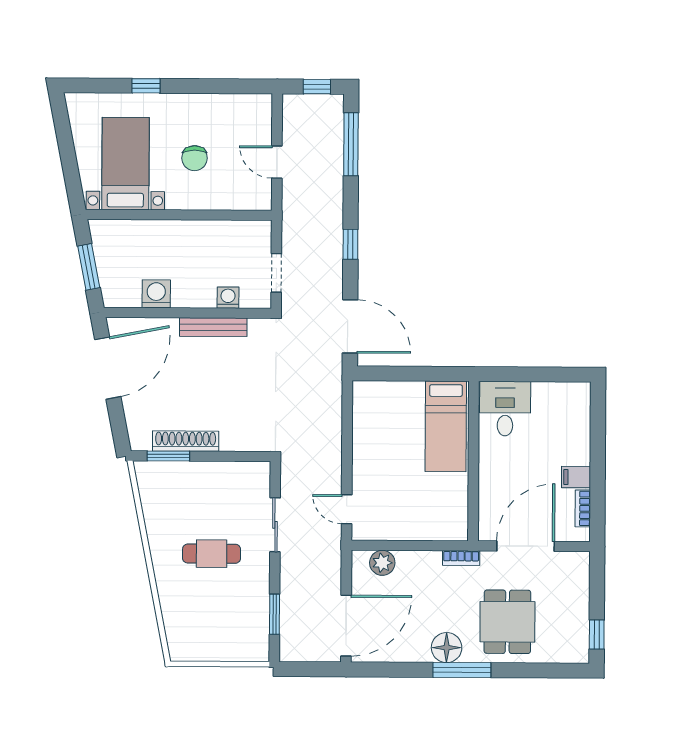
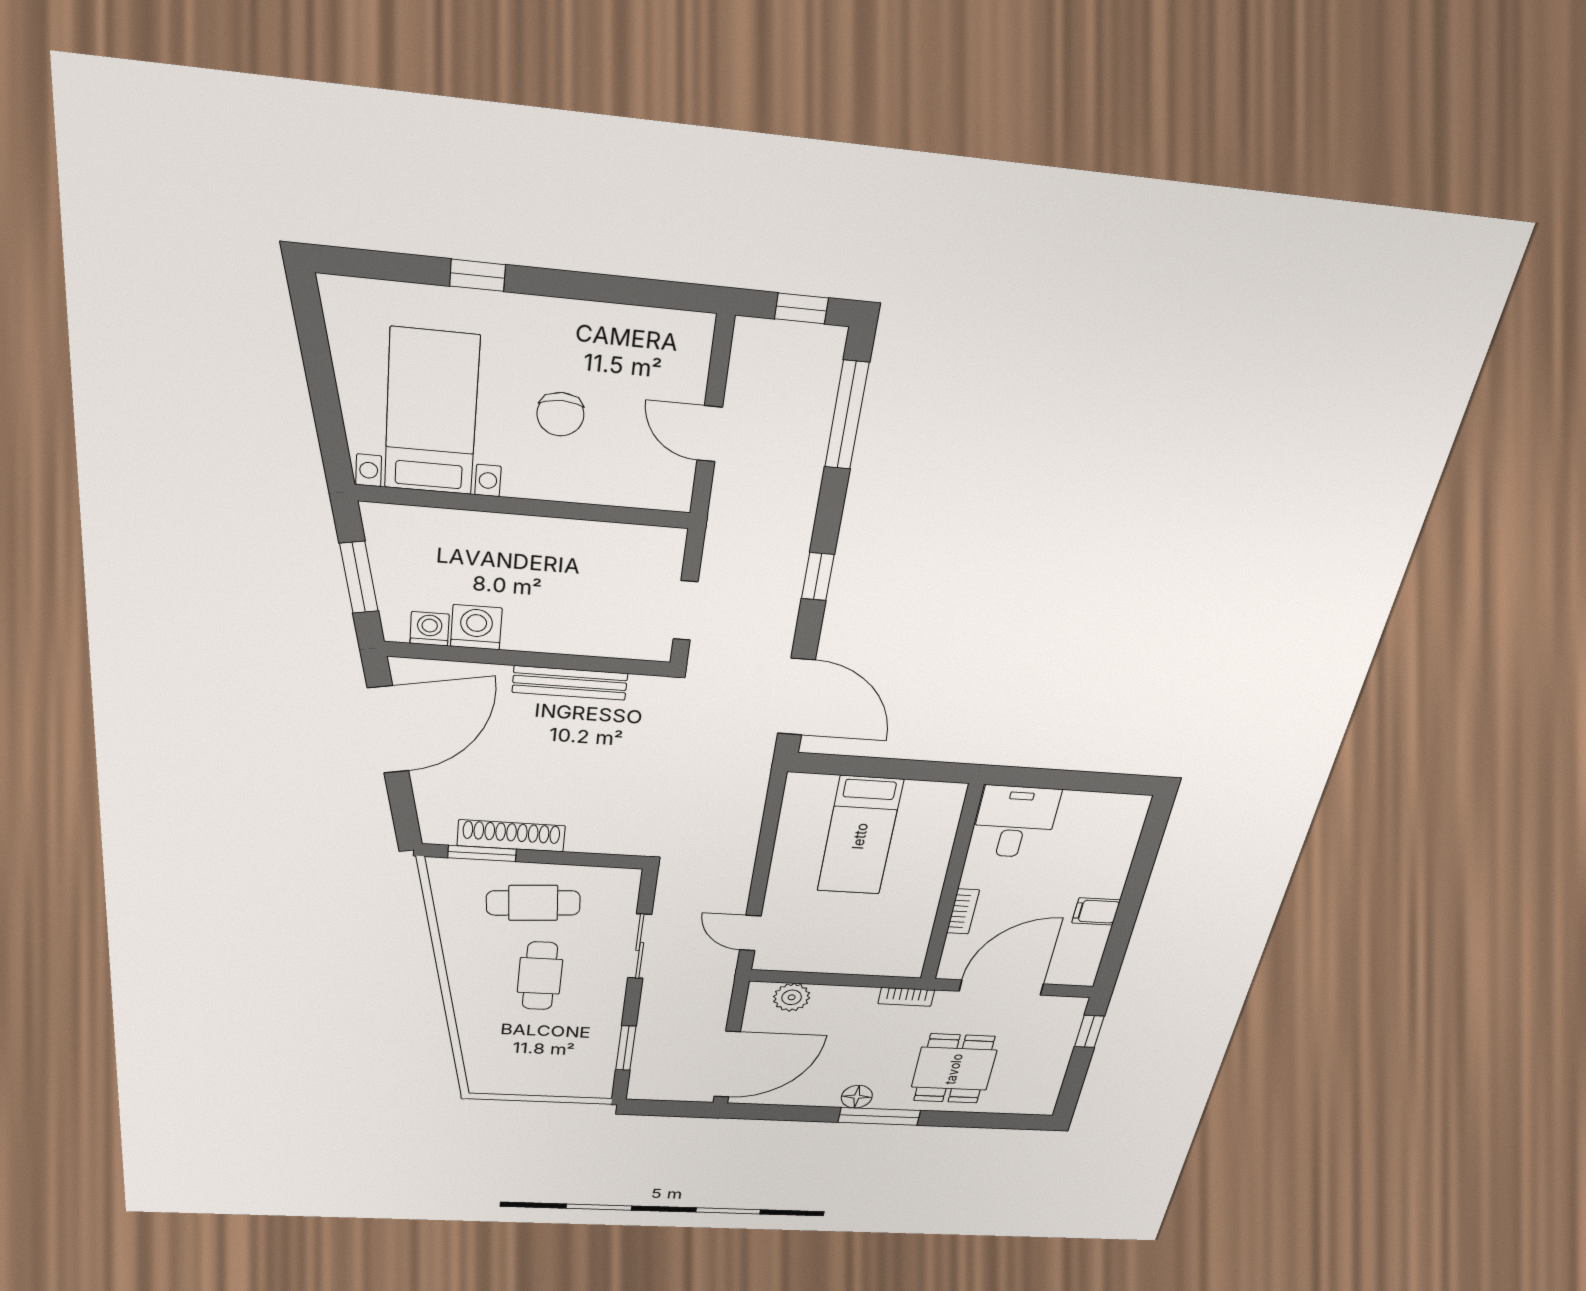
washing machine: (228, 298) -> (430, 629), moved
bed: (446, 426) -> (860, 836), moved
cafe table: (203, 493) -> (533, 903), added
bookcase: (583, 508) -> (963, 911), moved, turned 180
cafe table: (212, 554) -> (540, 976), turned 90
window: (597, 635) -> (1089, 1031), moved
floor lamp: (447, 648) -> (857, 1097), width x0.73, depth x0.73

